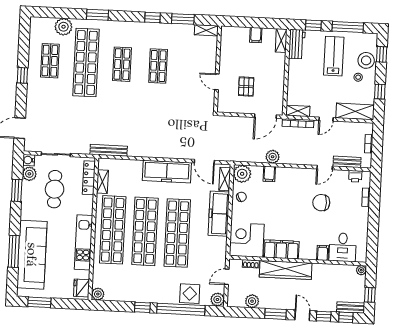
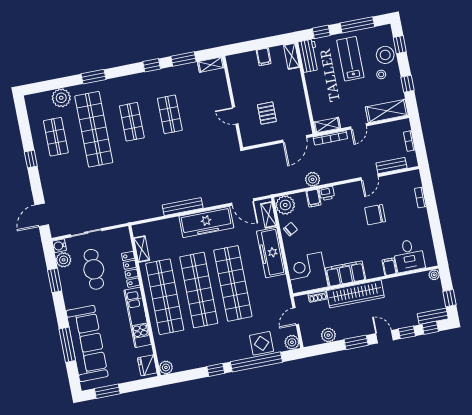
bench: (109, 150) -> (183, 207), moved
printer: (355, 176) -> (327, 193), moved
locker: (89, 178) -> (131, 269), moved

